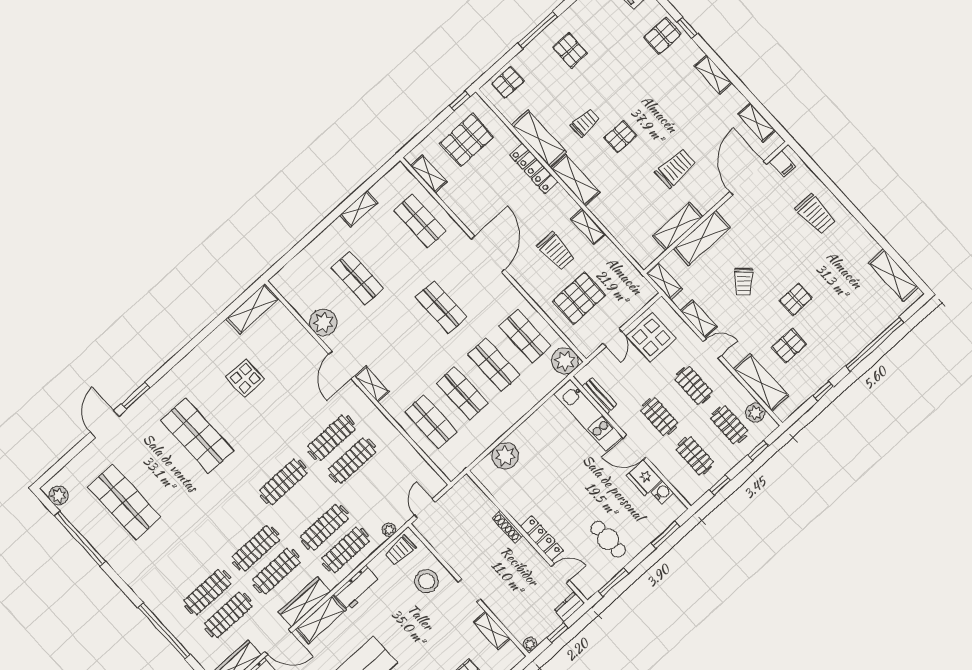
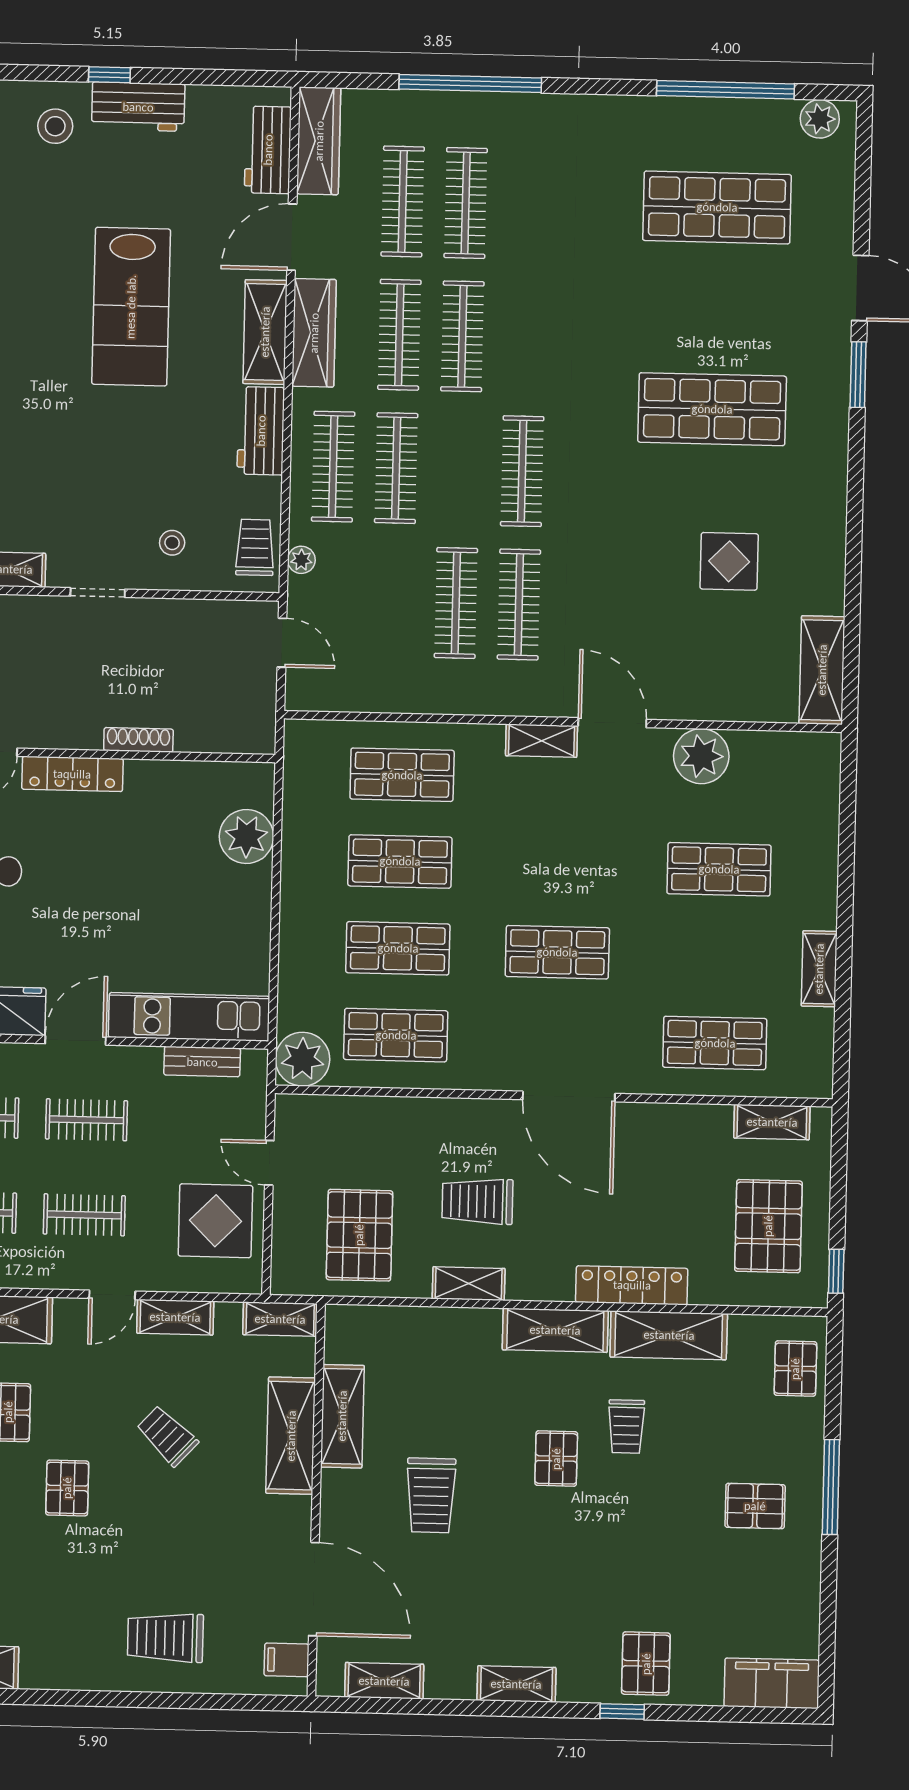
pallet: (579, 298) -> (359, 1235), moved
stool: (427, 581) -> (172, 543), width x0.53, depth x0.53

